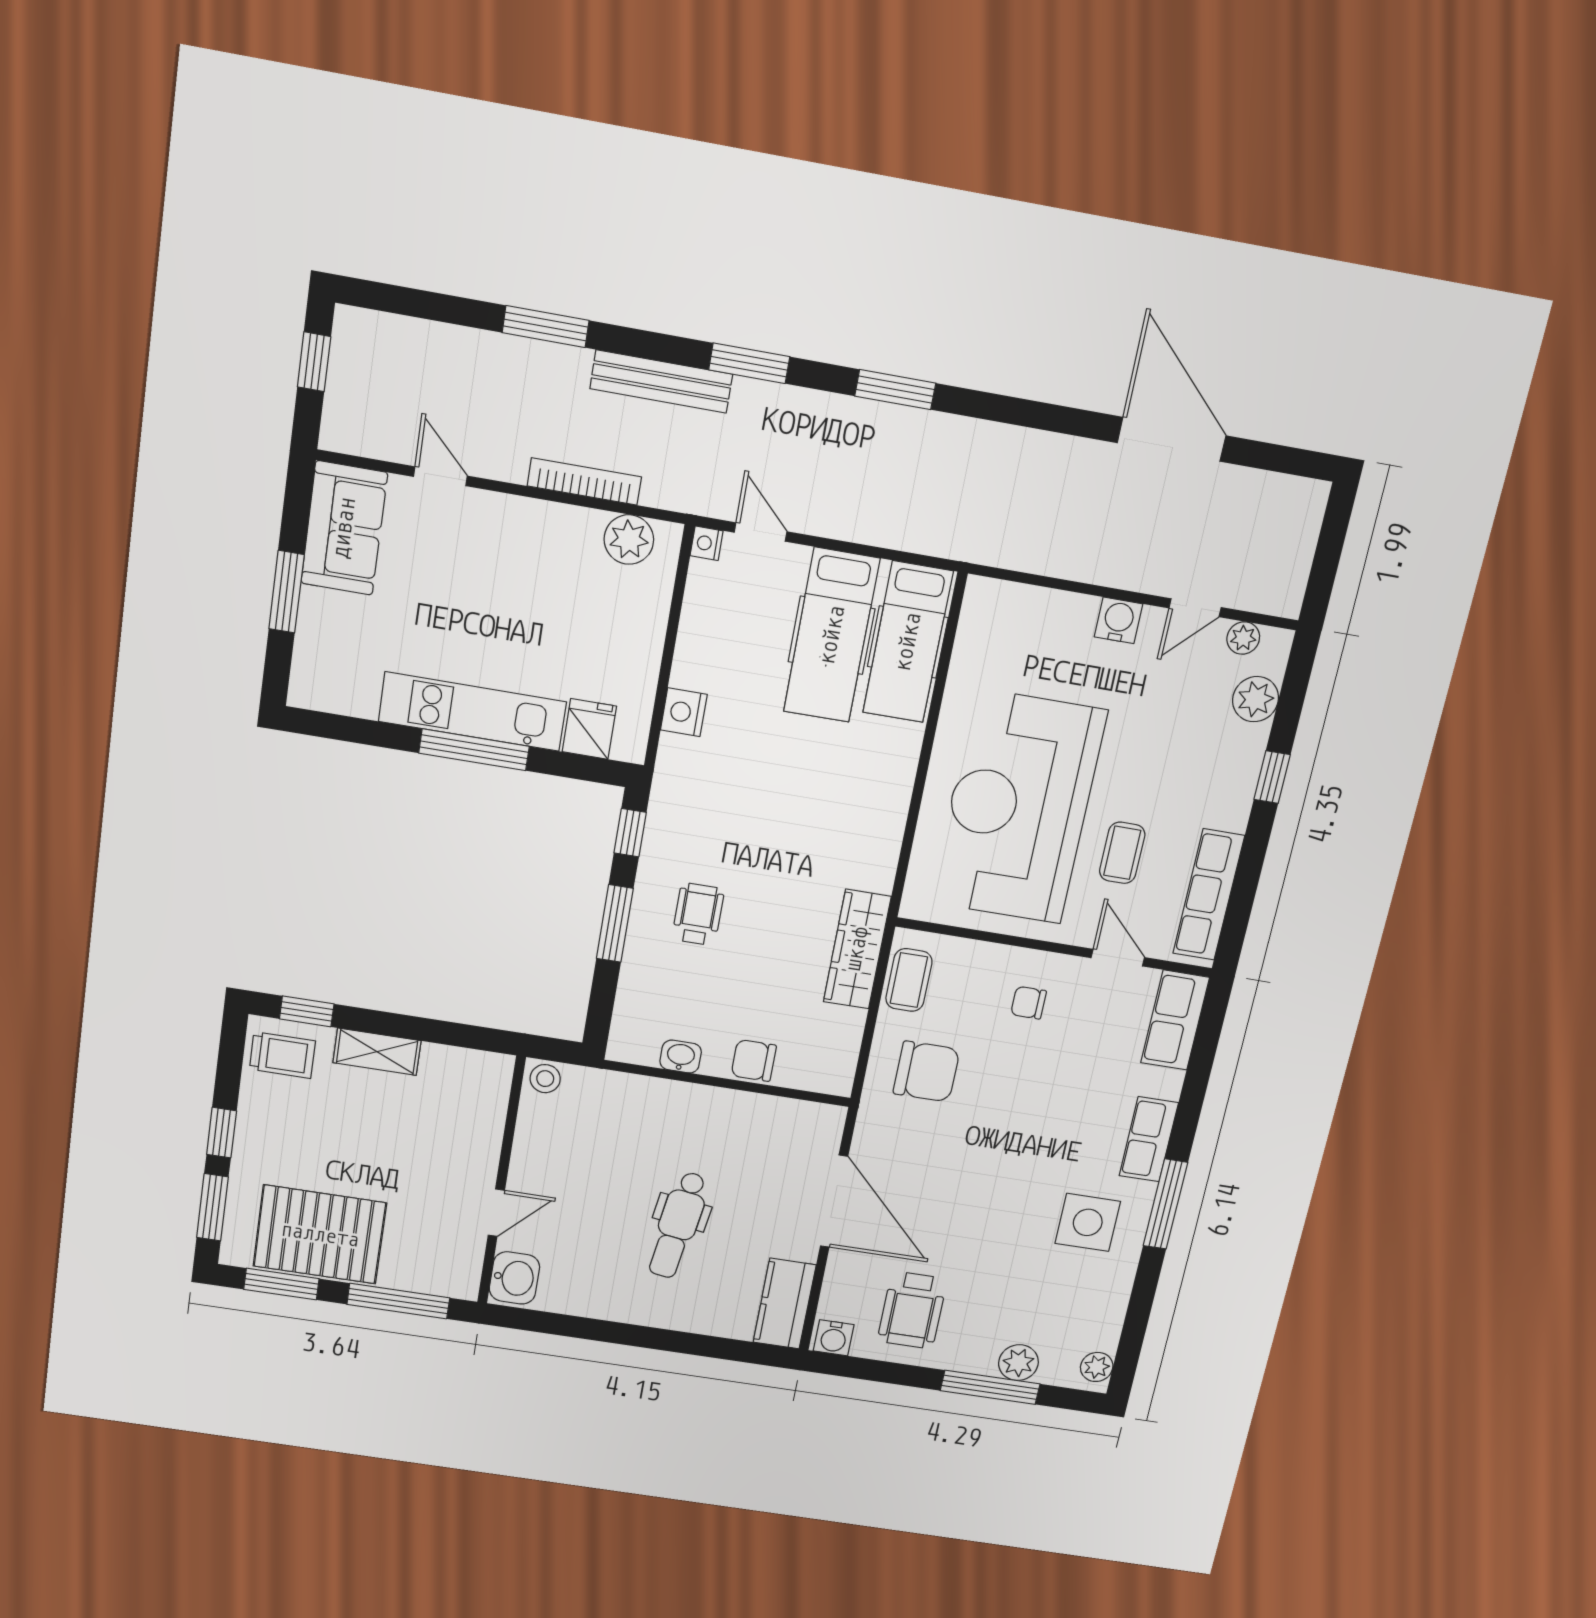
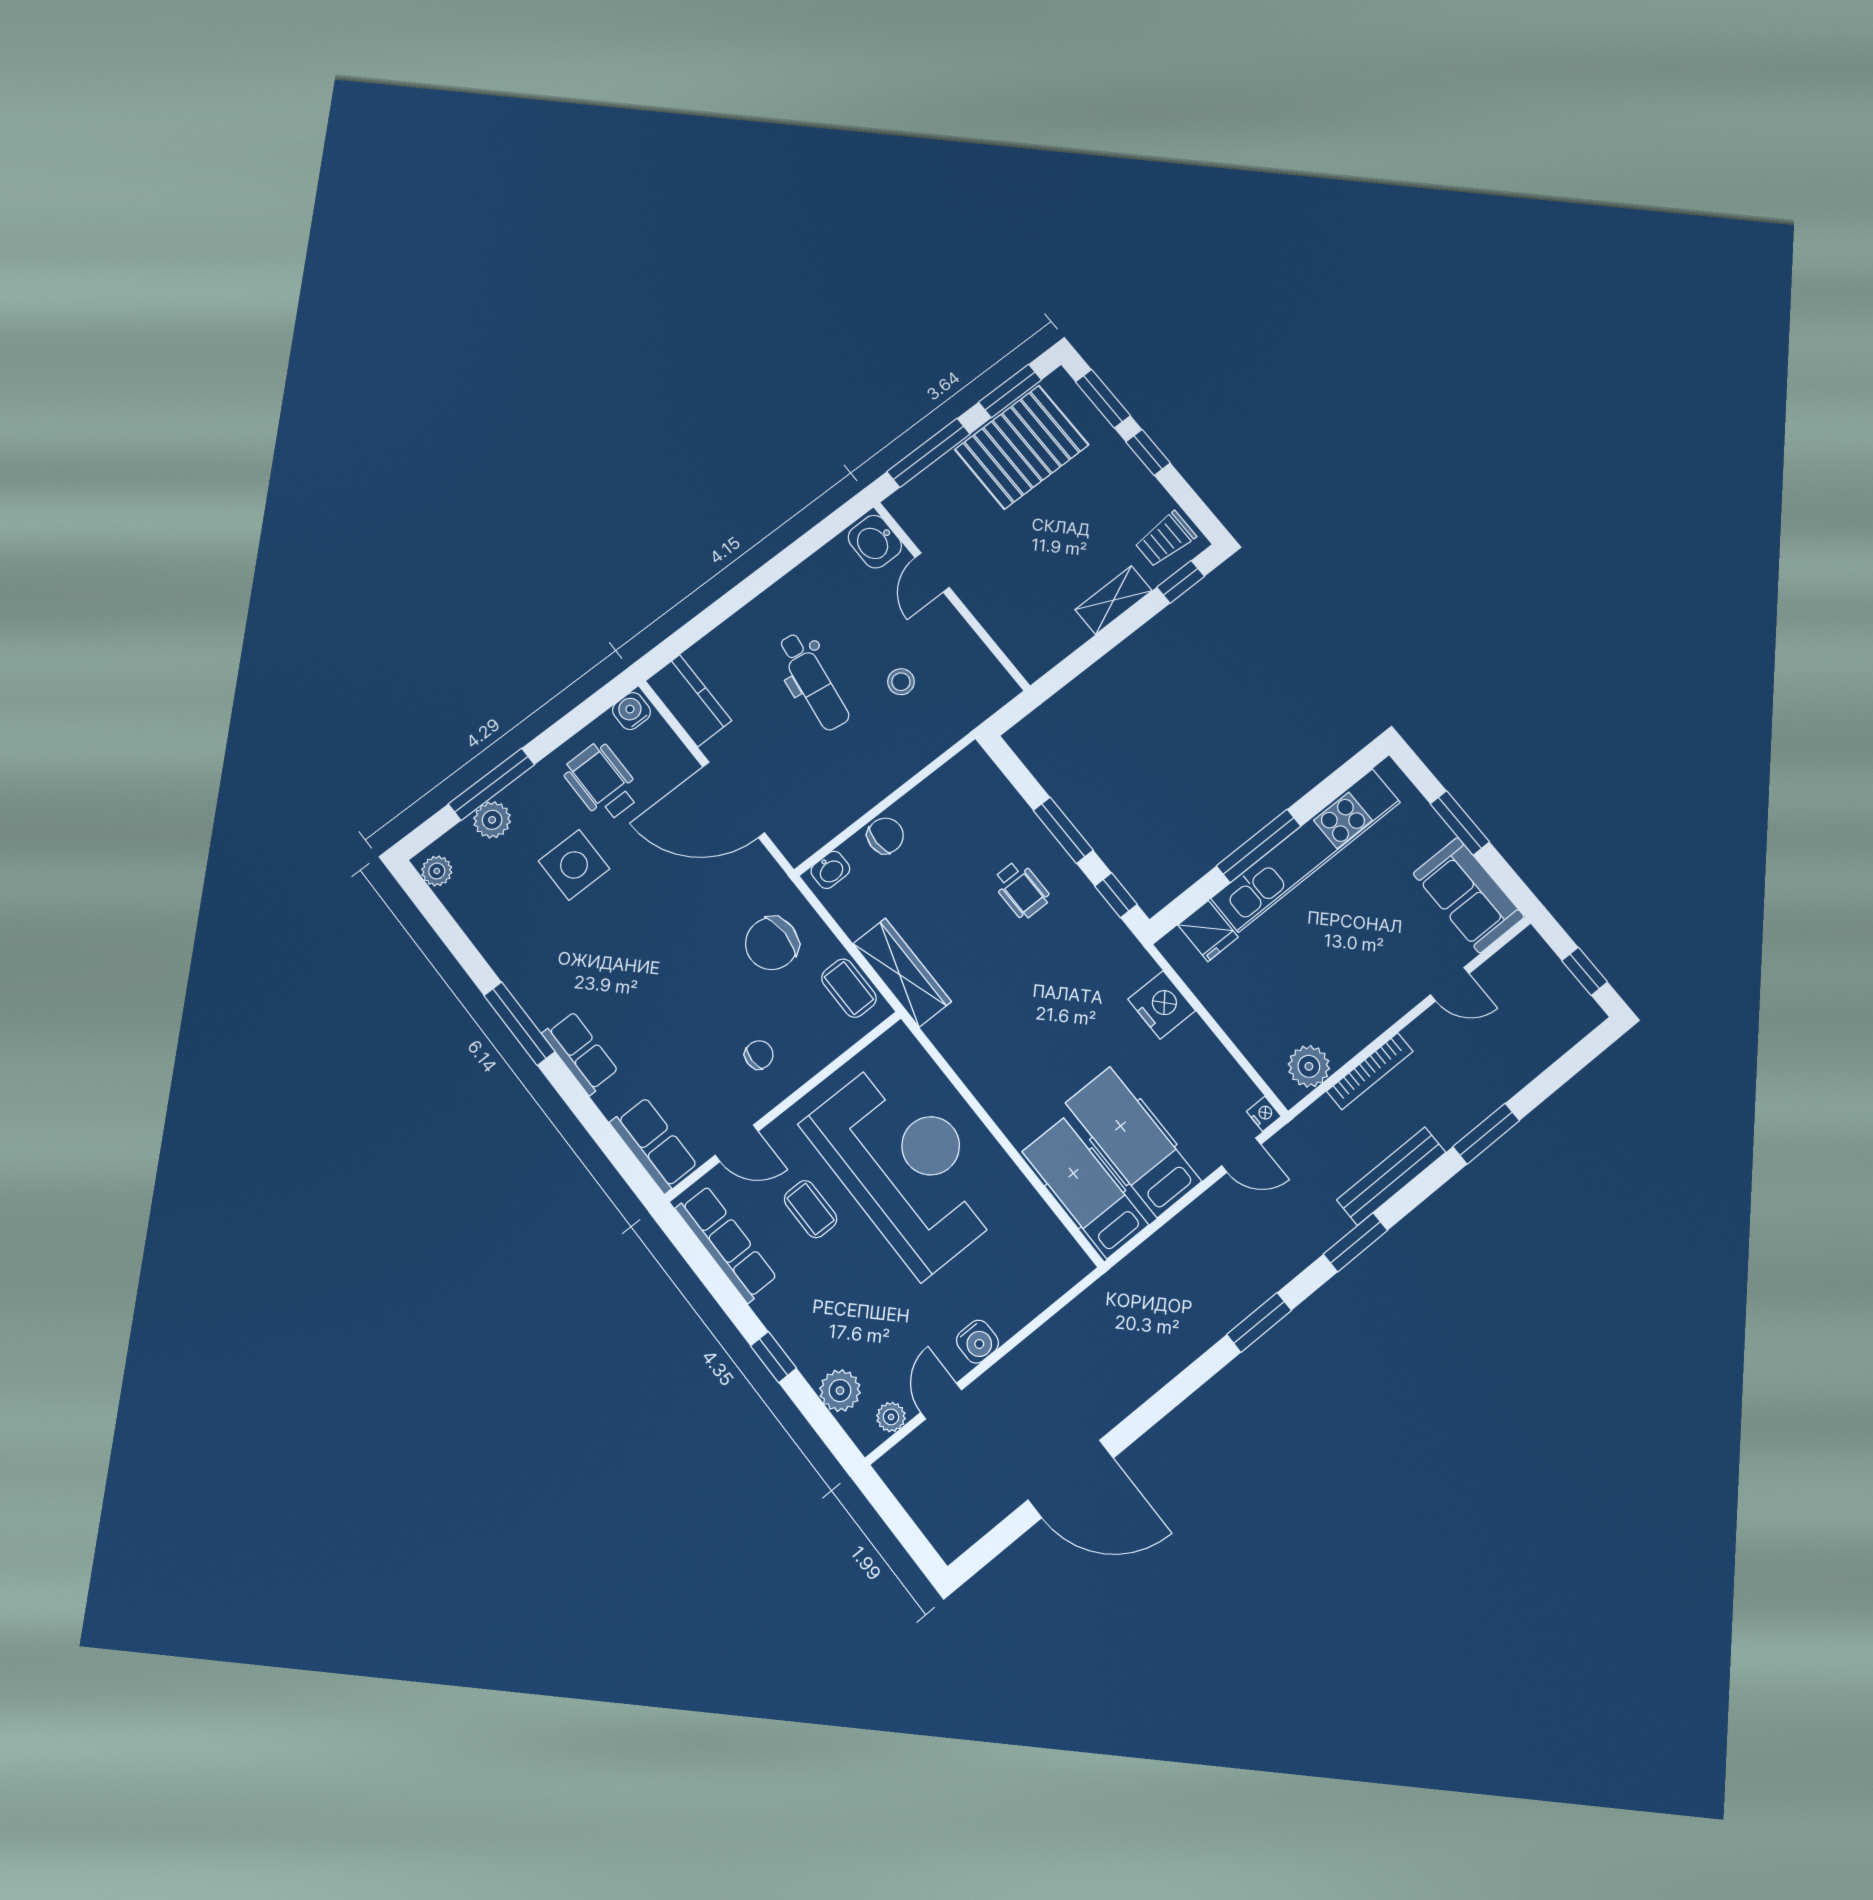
kitchen unit: (472, 712) -> (1306, 850), width x1.36
nightstand: (684, 712) -> (1162, 1005), width x1.36, depth x1.33
washbasin: (681, 1057) -> (830, 870), moved
stool: (545, 1079) -> (901, 682), moved
side table: (1088, 1222) -> (574, 865), moved
dental chair: (678, 1225) -> (813, 681), turned 180

